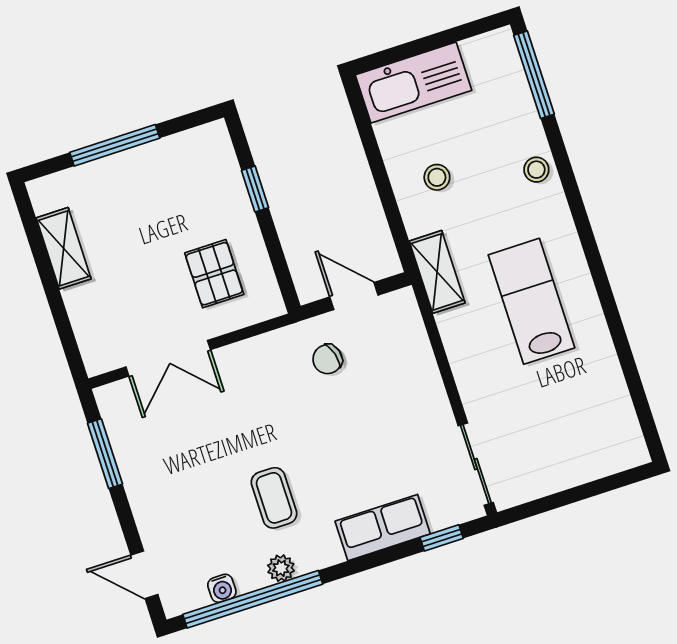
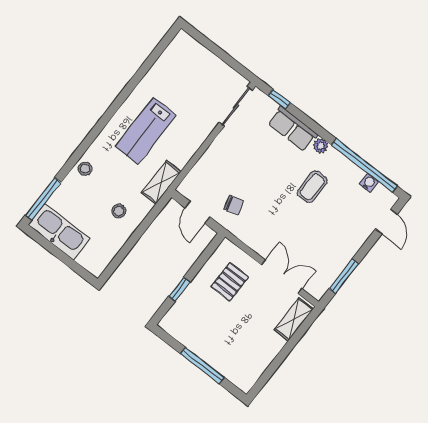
kitchen sink: (413, 83) -> (59, 232), moved
shelving: (64, 248) -> (294, 319), moved
plant: (281, 568) -> (321, 146), moved

